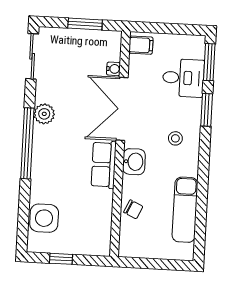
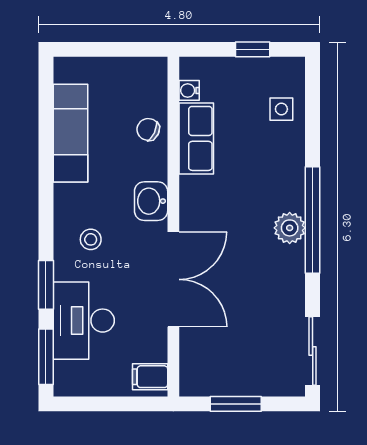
water cooler: (114, 69) -> (189, 90), moved
desk: (183, 78) -> (84, 321), width x1.37
plant: (44, 114) -> (290, 228), moved
row of seats: (104, 165) -> (196, 138), moved
side table: (44, 218) -> (281, 109), width x0.54, depth x0.54

